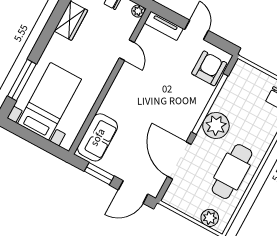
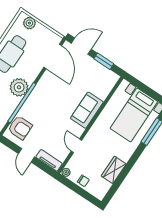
armchair: (209, 68) -> (20, 128), turned -90
sofa: (98, 137) -> (87, 110), moved
door: (179, 160) -> (53, 56), moved

